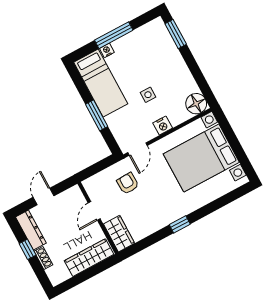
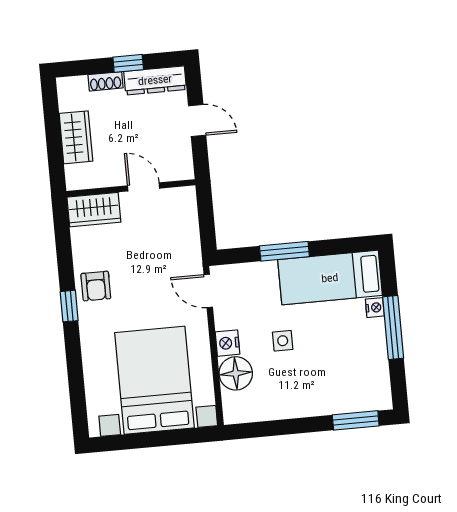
floor lamp: (196, 104) -> (236, 373), moved
armchair: (128, 183) -> (96, 286), moved, turned 92
wardrobe: (89, 258) -> (76, 137), width x0.67

